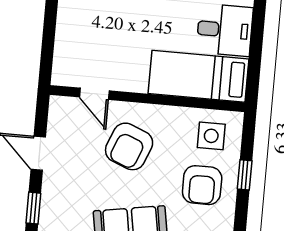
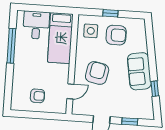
armchair: (87, 29) -> (37, 96), added
armchair: (129, 146) -> (97, 73), turned -101

